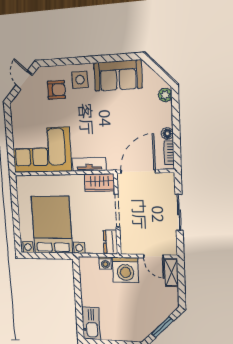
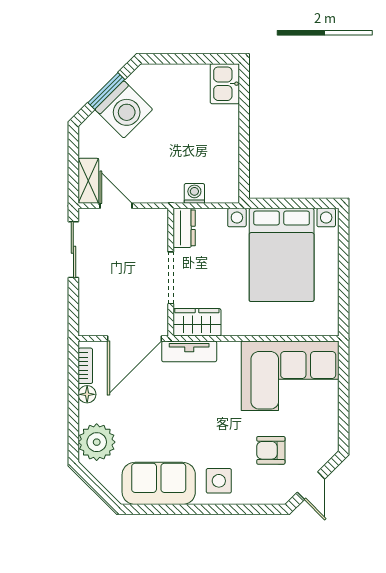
armchair: (56, 90) -> (271, 450), moved
plant: (165, 95) -> (97, 442), width x1.87, depth x1.87
tv unit: (89, 164) -> (189, 351), moved
sliding door: (179, 212) -> (73, 250), moved
washing machine: (125, 270) -> (124, 109), moved, turned 135
kitchen sink: (91, 323) -> (225, 84), width x0.73

